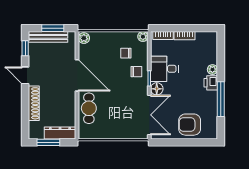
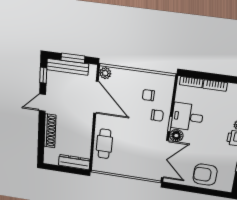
plant: (143, 37) -> (169, 80), removed
door: (25, 75) -> (42, 103), hinge flipped
door: (77, 75) -> (96, 97), moved
window: (48, 142) -> (62, 169), removed

